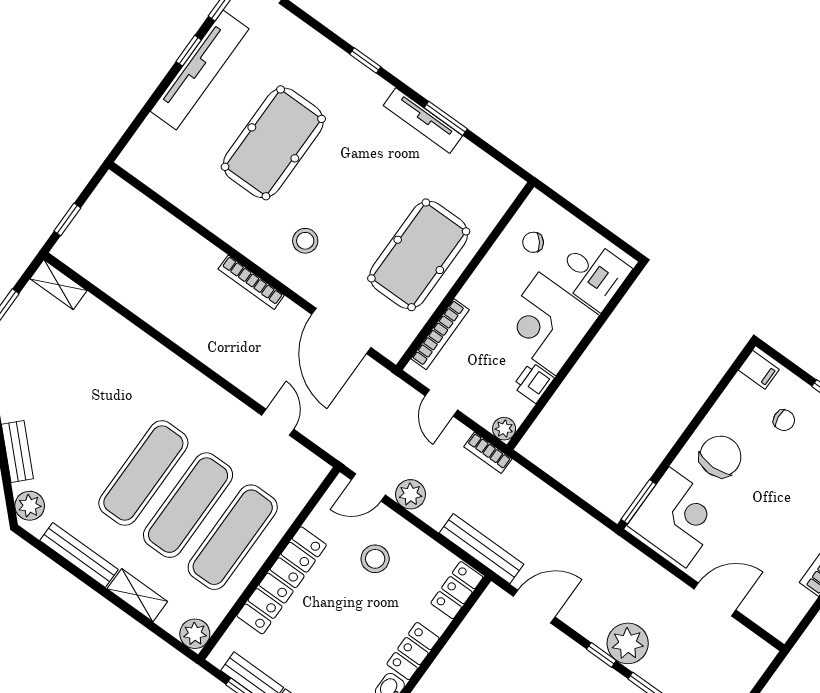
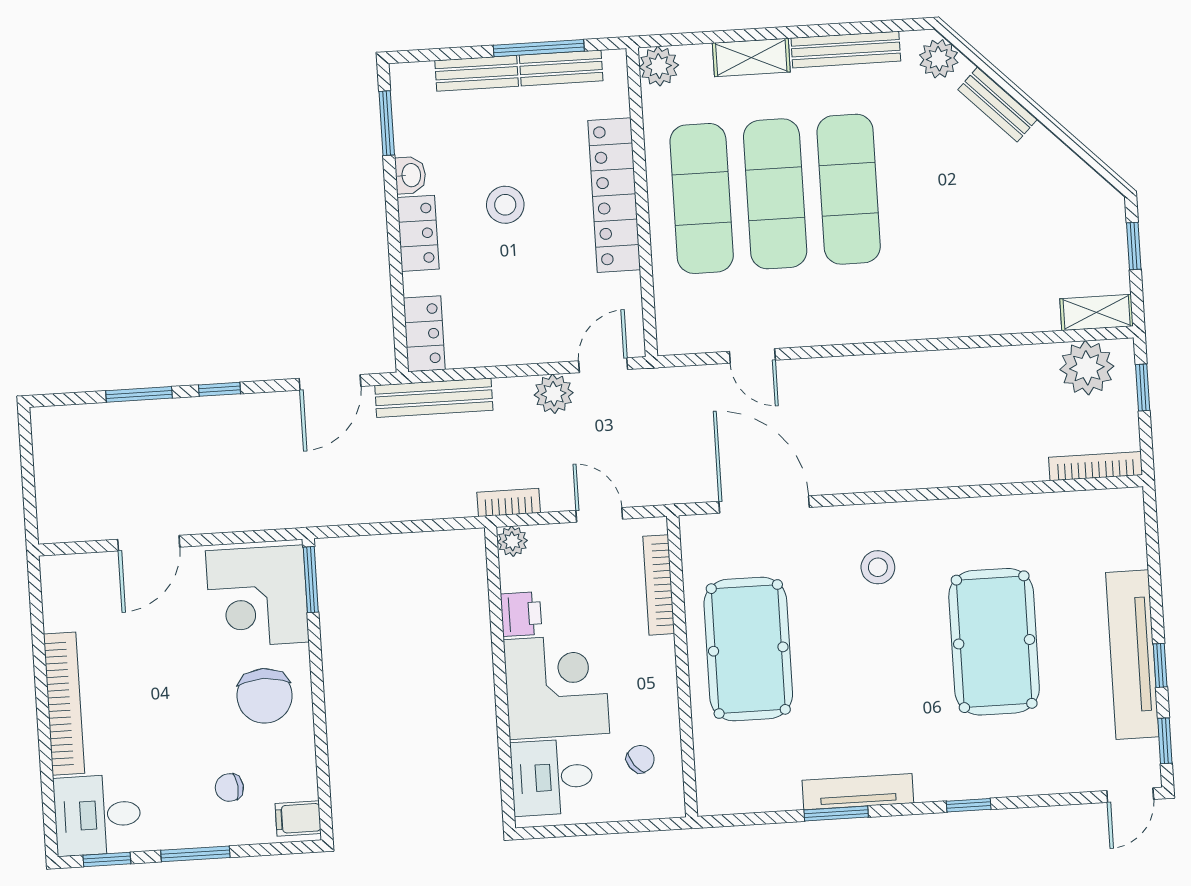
bookcase: (251, 282) -> (1096, 466), moved
stool: (375, 559) -> (505, 205), moved
plant: (628, 643) -> (1087, 368), moved

